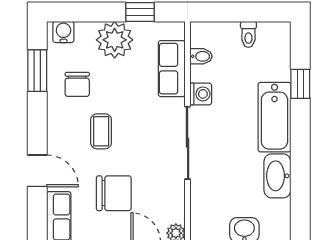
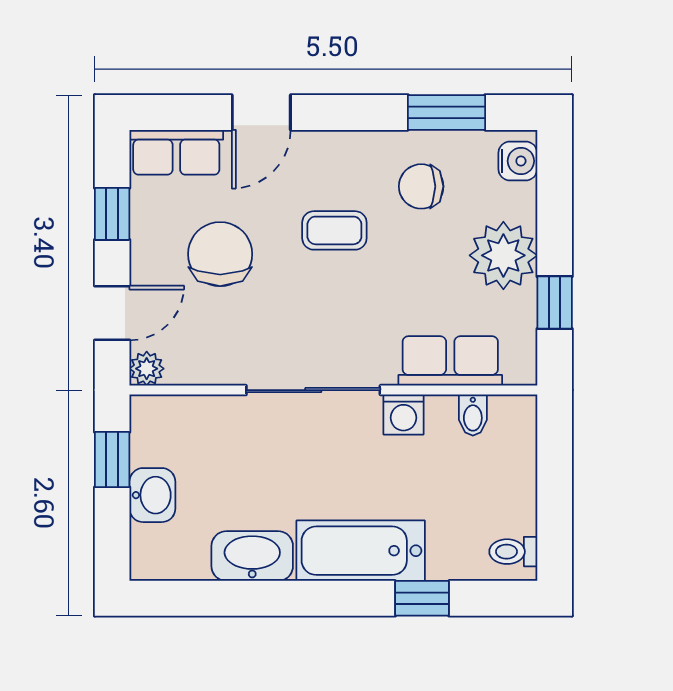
toilet: (248, 34) -> (513, 552), moved
chair: (114, 193) -> (220, 254), turned 180

